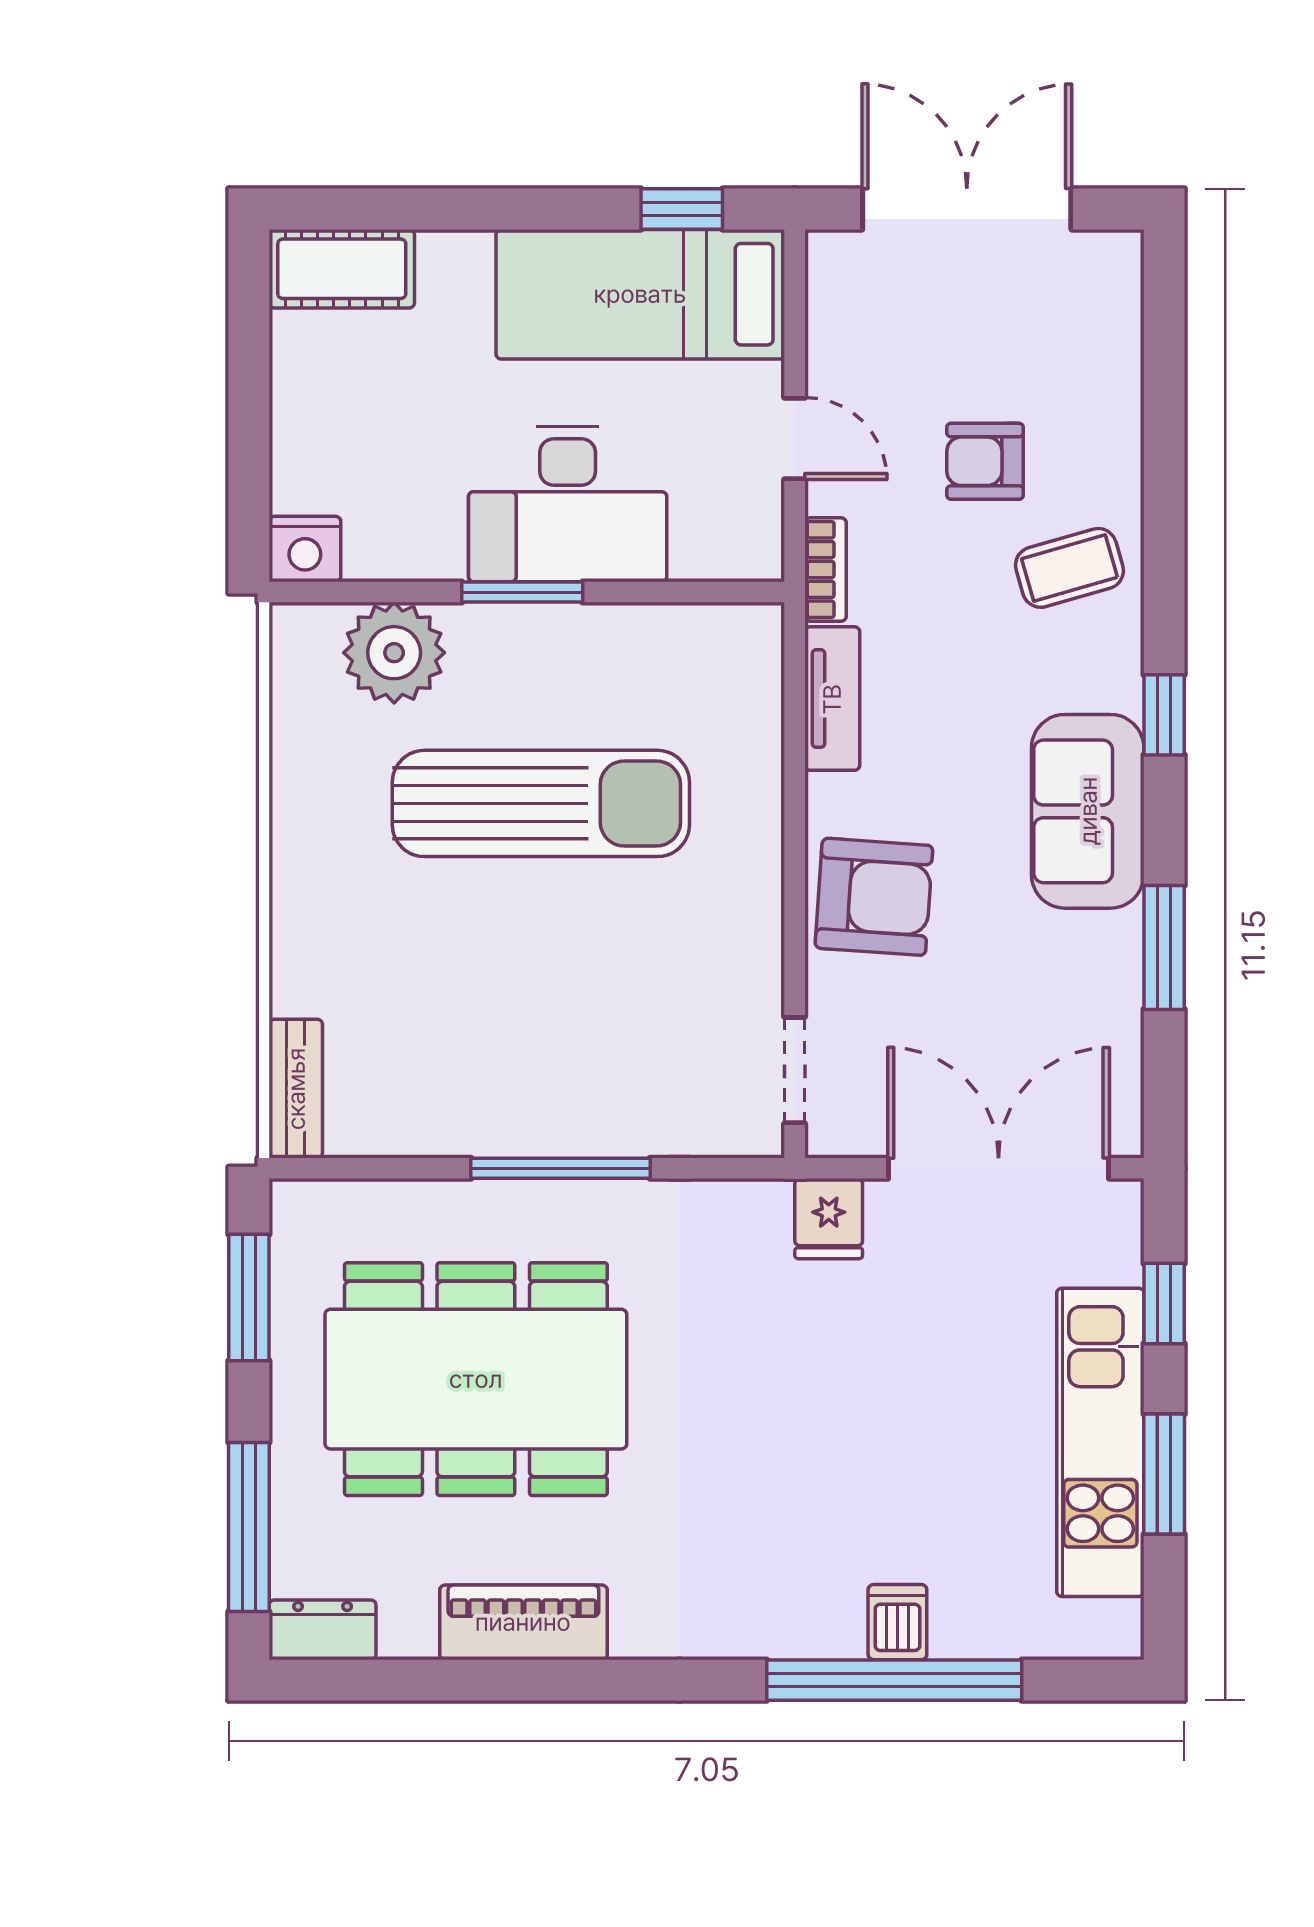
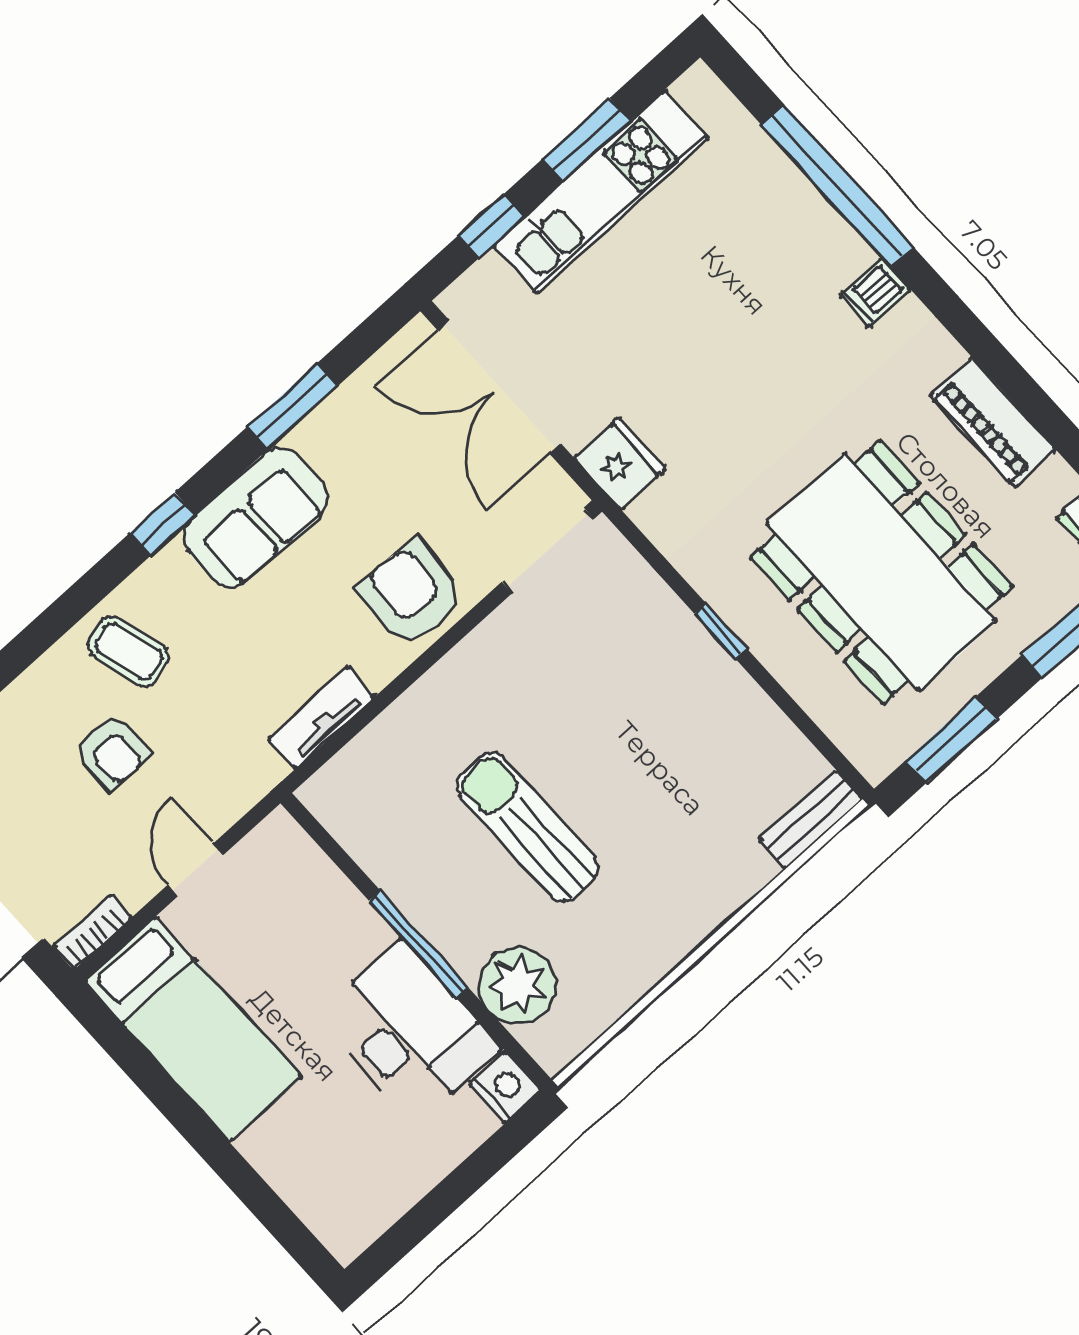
window: (682, 209) -> (124, 1049), removed
cot: (342, 269) -> (330, 1209), removed
desk: (568, 504) -> (409, 1032), moved
bookcase: (826, 570) -> (93, 932), moved
window: (522, 592) -> (419, 944), width x1.44
sun lounger: (541, 803) -> (527, 827), width x0.73, depth x0.75
doorway: (795, 1070) -> (548, 550), width x1.38
window: (560, 1168) -> (721, 631), width x0.46
fridge: (829, 1219) -> (620, 464), width x1.38
dishwasher: (897, 1622) -> (875, 292), moved

